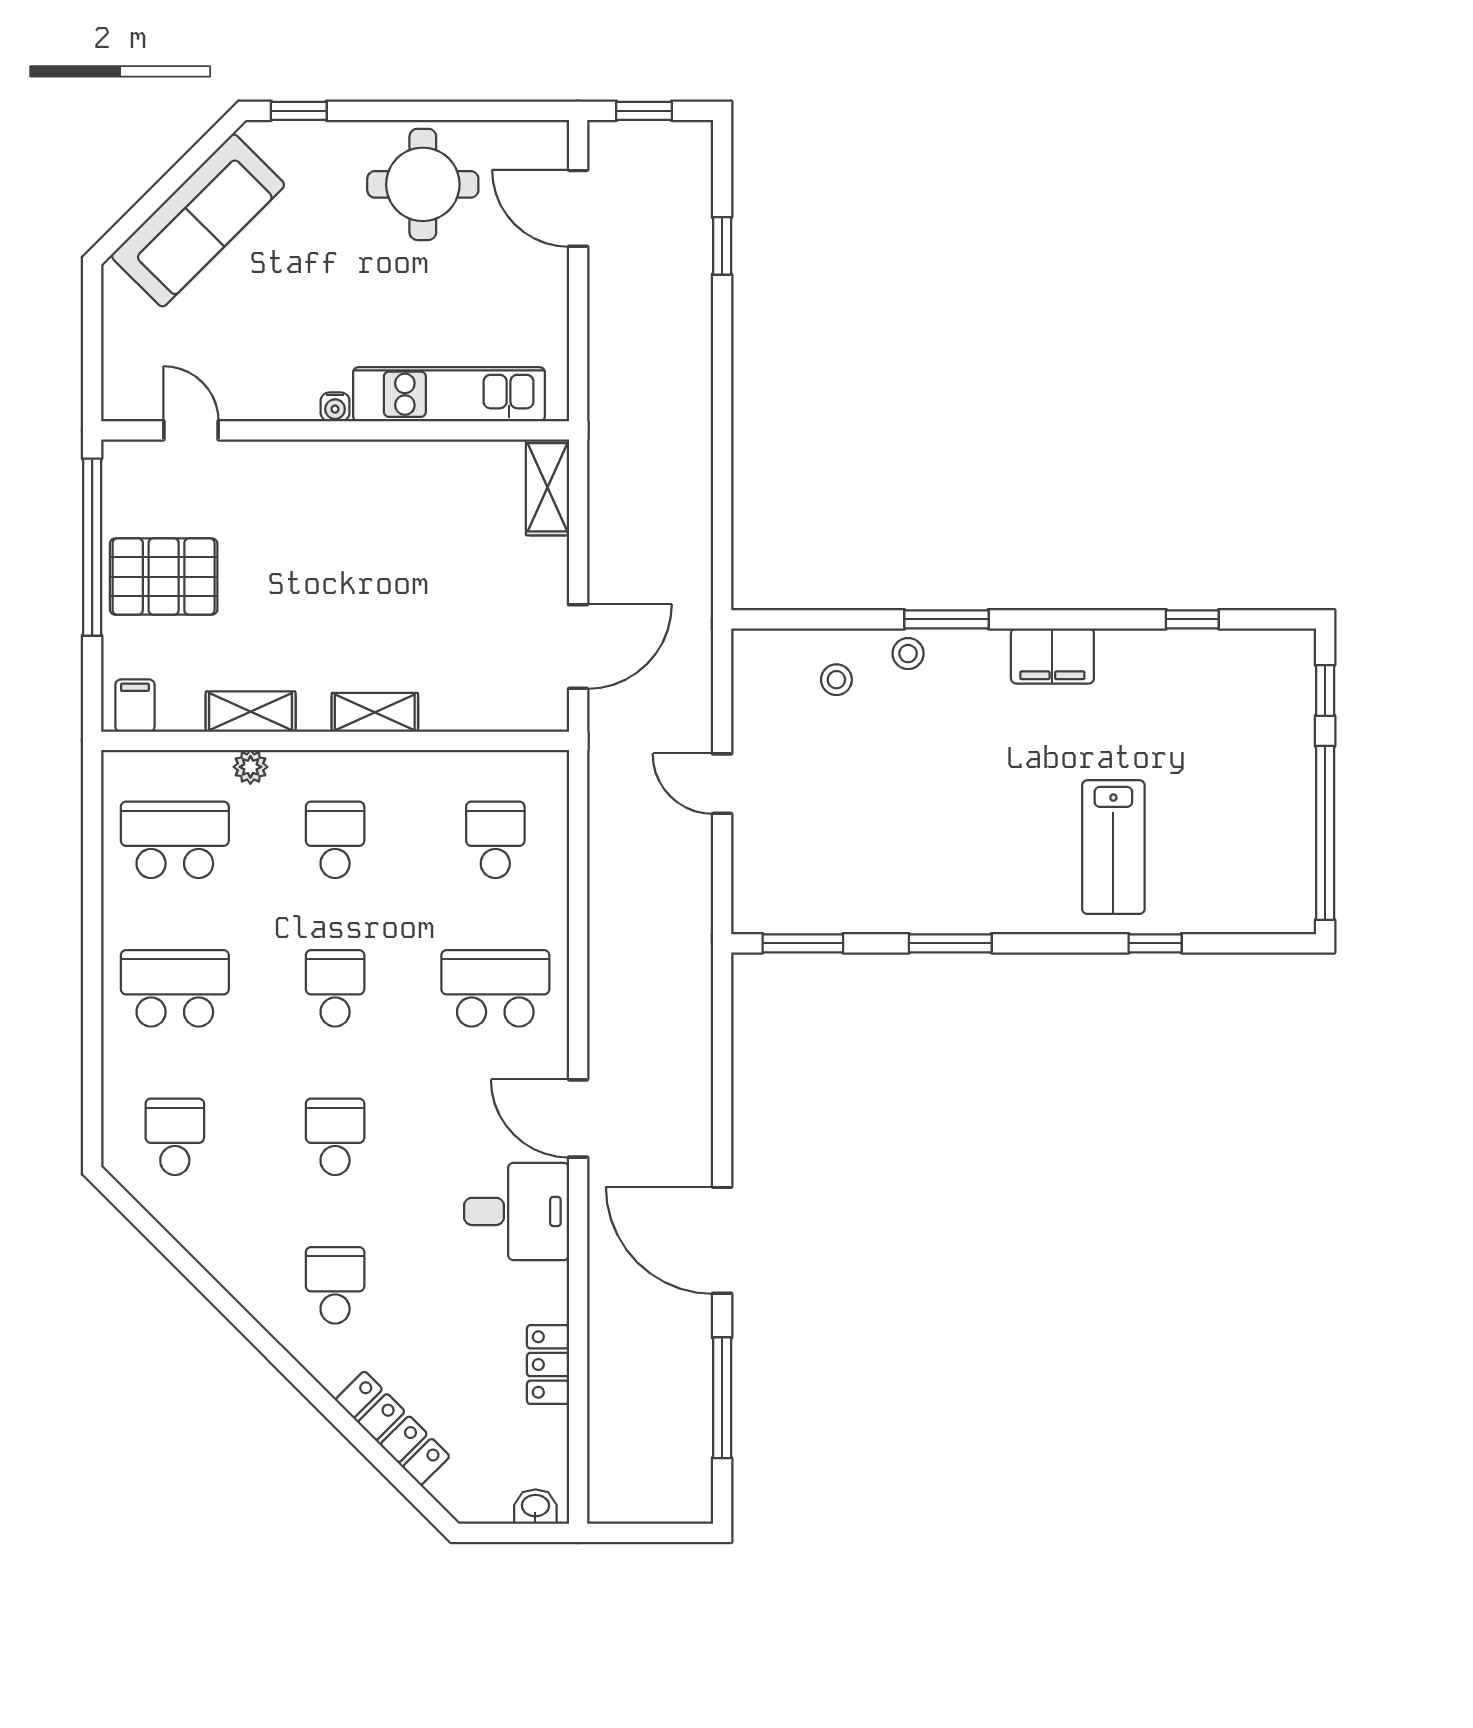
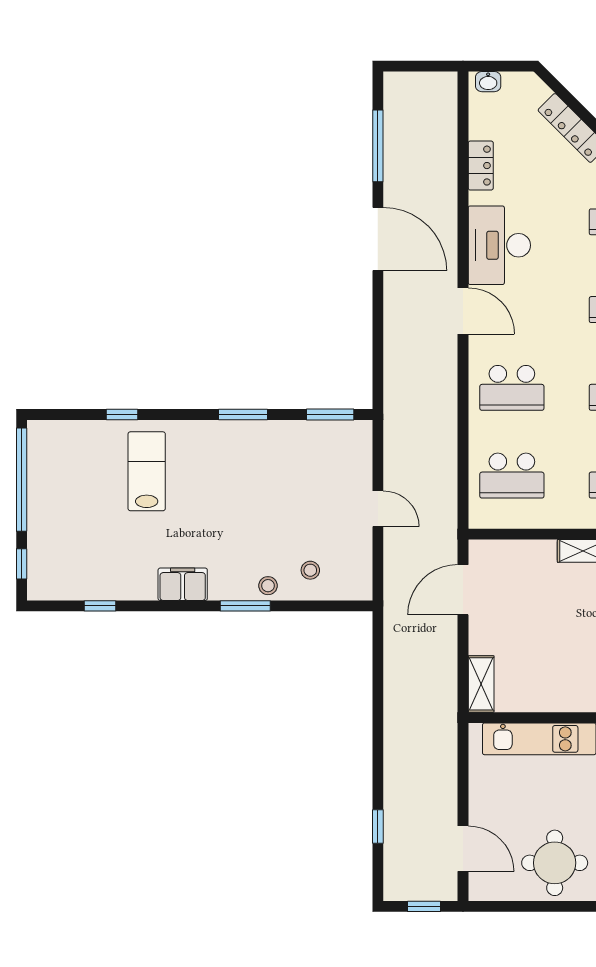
school desk: (495, 840) -> (512, 476), width x1.85
desk: (517, 1211) -> (499, 245), width x1.37

